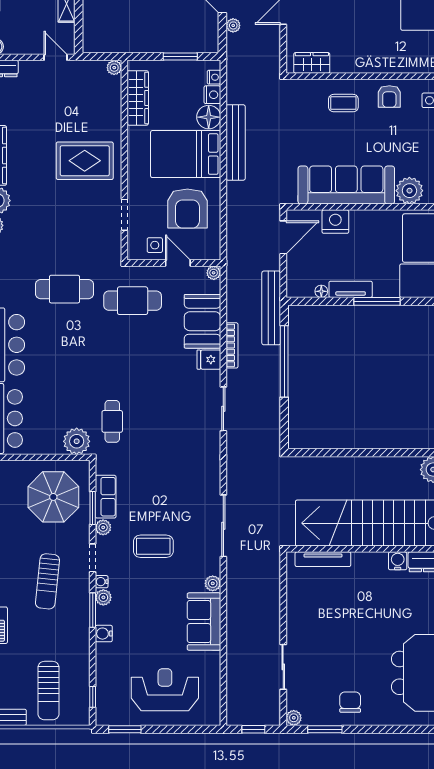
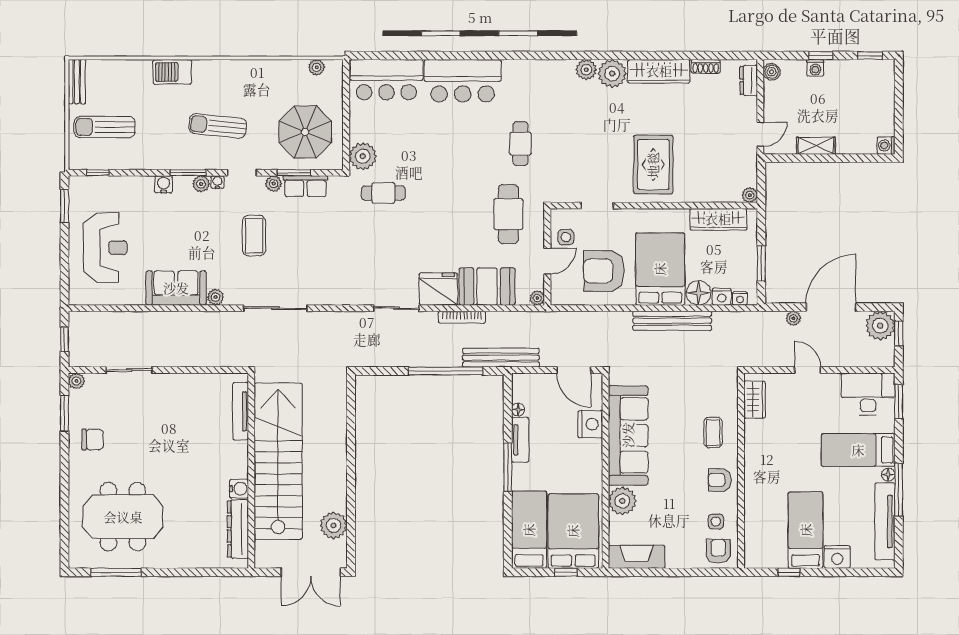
cafe table: (64, 289) -> (520, 144), width x0.73, depth x0.74
fridge: (209, 360) -> (438, 289), width x1.88, depth x1.34

